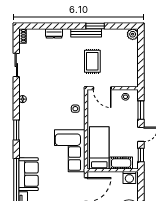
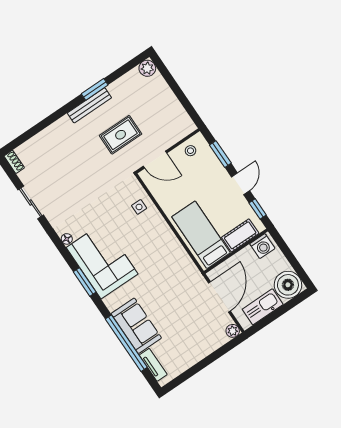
dresser: (54, 33) -> (50, 133), removed
rug: (92, 61) -> (121, 135), turned 90
corner sofa: (70, 151) -> (102, 261), moved, turned 180

